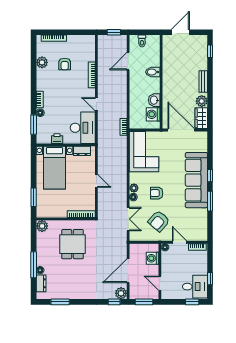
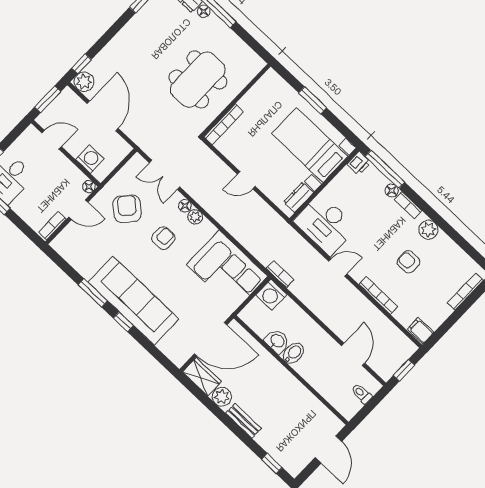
filing cabinet: (90, 41) -> (420, 331), added
plant: (42, 62) -> (428, 230), moved
armchair: (65, 64) -> (409, 262), moved
bidet: (153, 72) -> (293, 353), moved
washing machine: (153, 114) -> (271, 295), moved, turned 180
window: (34, 125) -> (385, 169), width x1.44
printer: (57, 139) -> (359, 163), moved
window: (34, 197) -> (313, 100), moved
plant: (42, 226) -> (254, 64), removed
dining table: (72, 244) -> (198, 80), width x1.38

